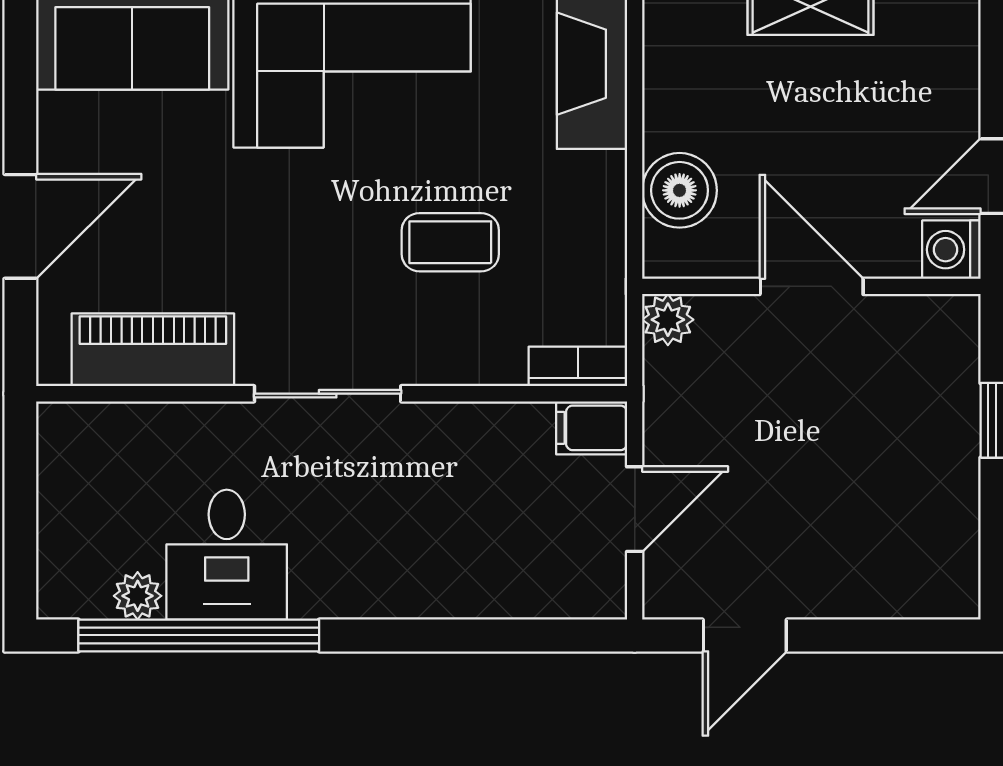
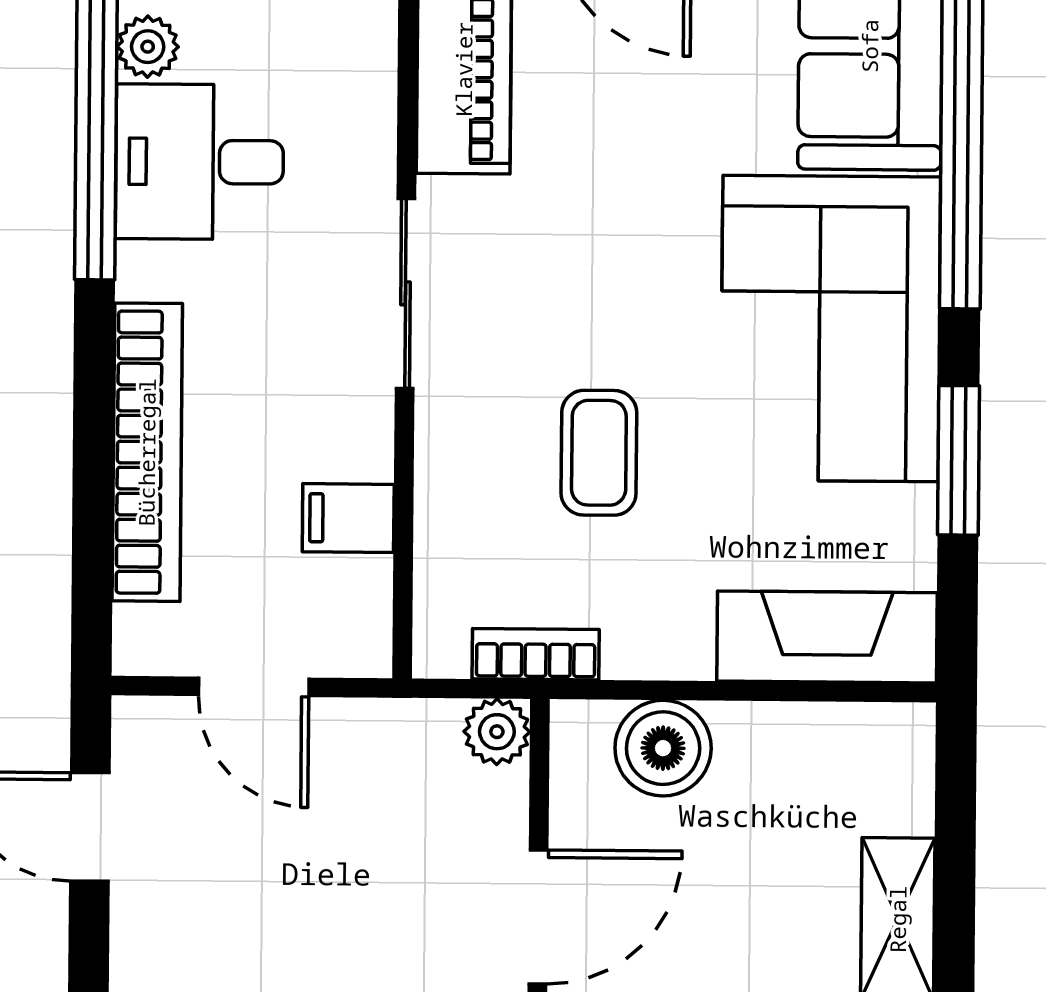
bookcase: (578, 366) -> (536, 654), moved, turned -90
filing cabinet: (592, 428) -> (348, 518), moved, turned -90
bookcase: (453, 593) -> (147, 452), added

